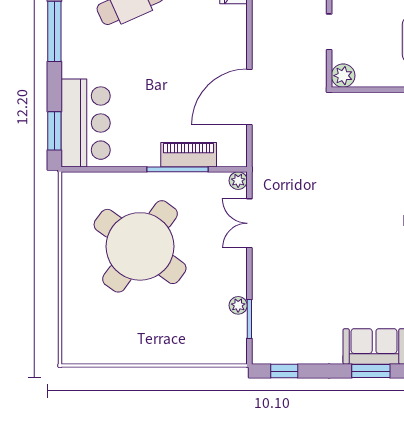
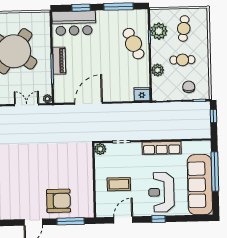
door: (249, 97) -> (89, 103), hinge flipped
window: (54, 131) -> (81, 8), moved
piano: (189, 155) -> (59, 61), moved

